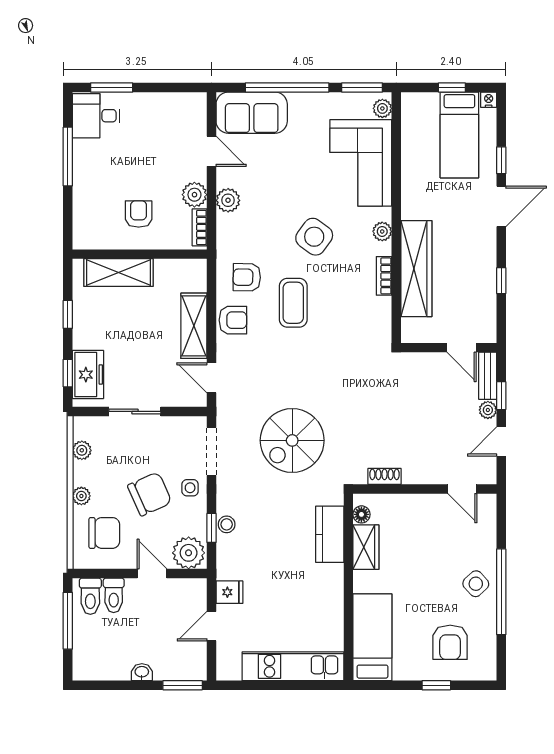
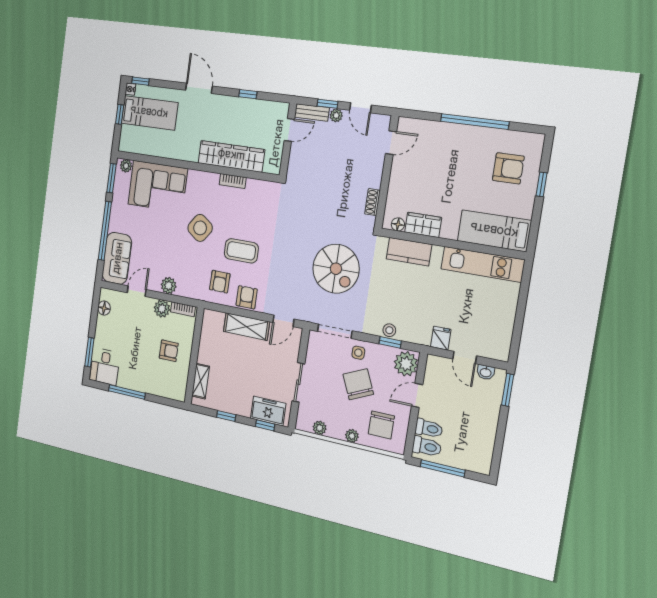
floor lamp: (178, 102) -> (104, 308), added
window: (501, 160) -> (140, 81), moved
armchair: (139, 214) -> (169, 351), turned 180
plant: (382, 231) -> (203, 178), removed
shelving: (118, 272) -> (201, 381), width x0.67, depth x0.75
chair: (104, 533) -> (381, 425), turned 180
side table: (476, 584) -> (465, 141), removed
kitchen unit: (293, 666) -> (483, 264), moved, turned -90
washbasin: (142, 672) -> (486, 372), moved, turned -90

